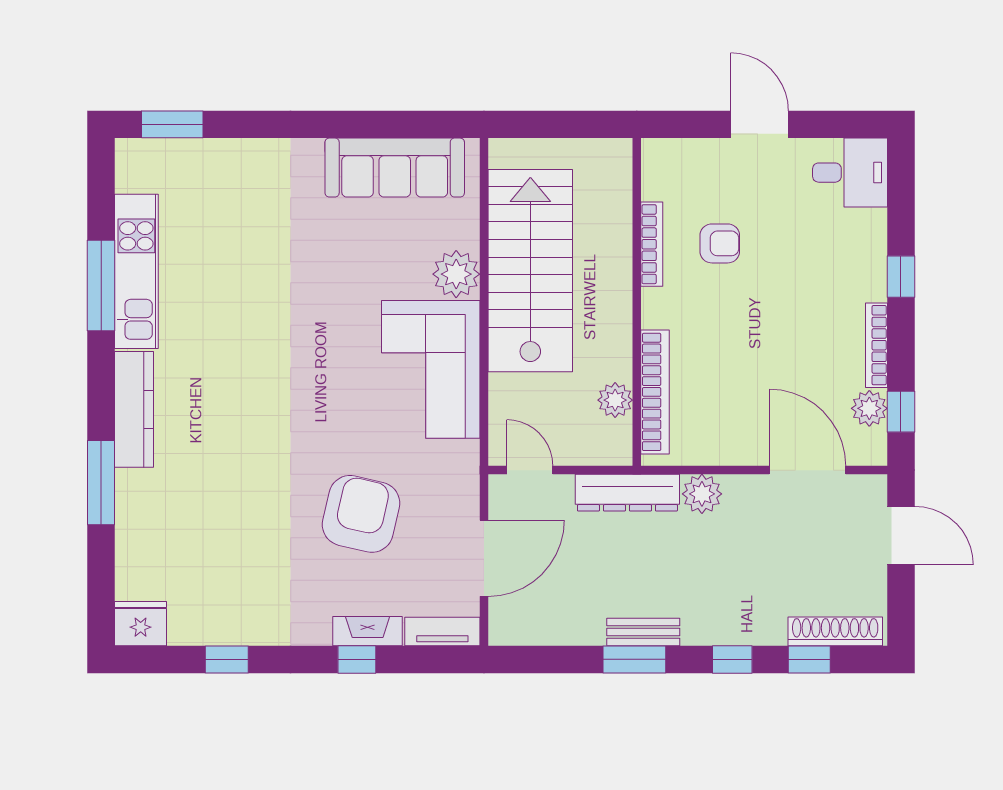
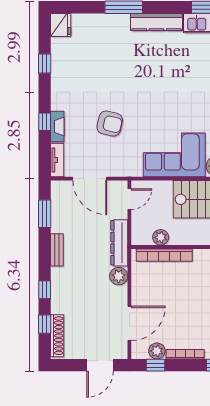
armchair: (361, 514) -> (110, 124), width x0.73, depth x0.73
window: (634, 659) -> (45, 214), moved

